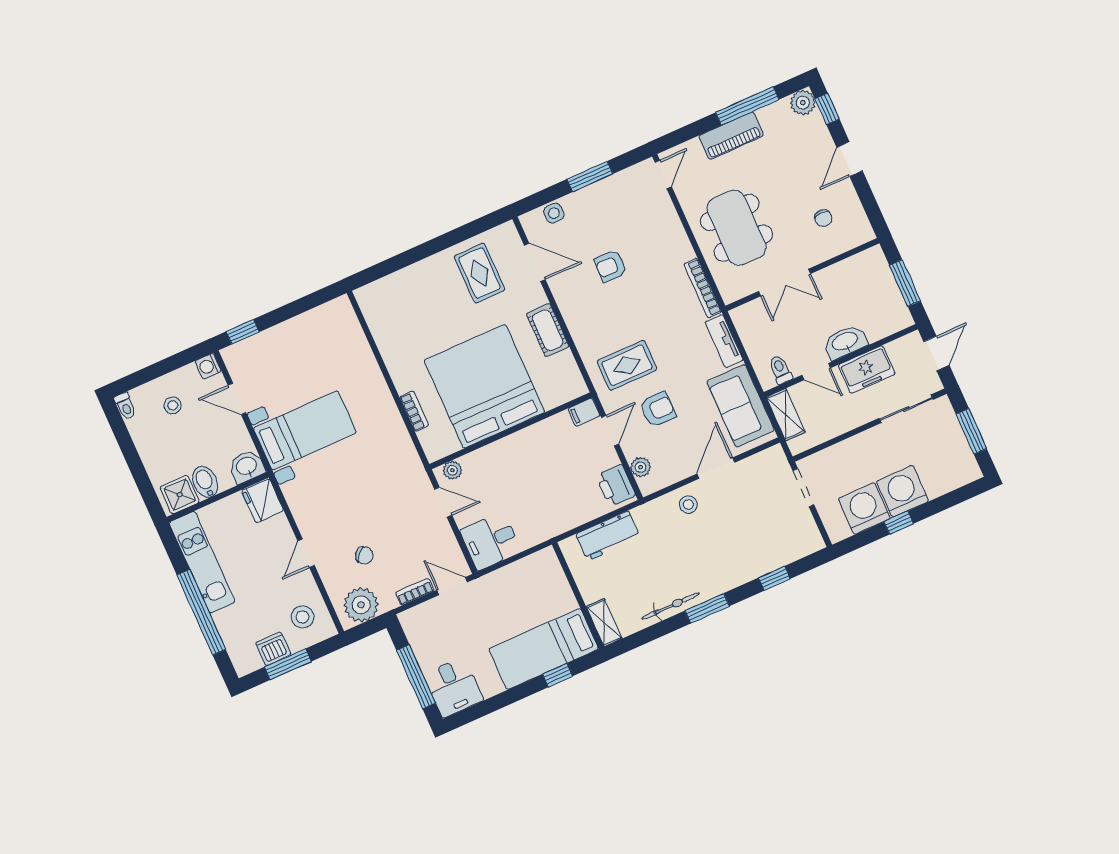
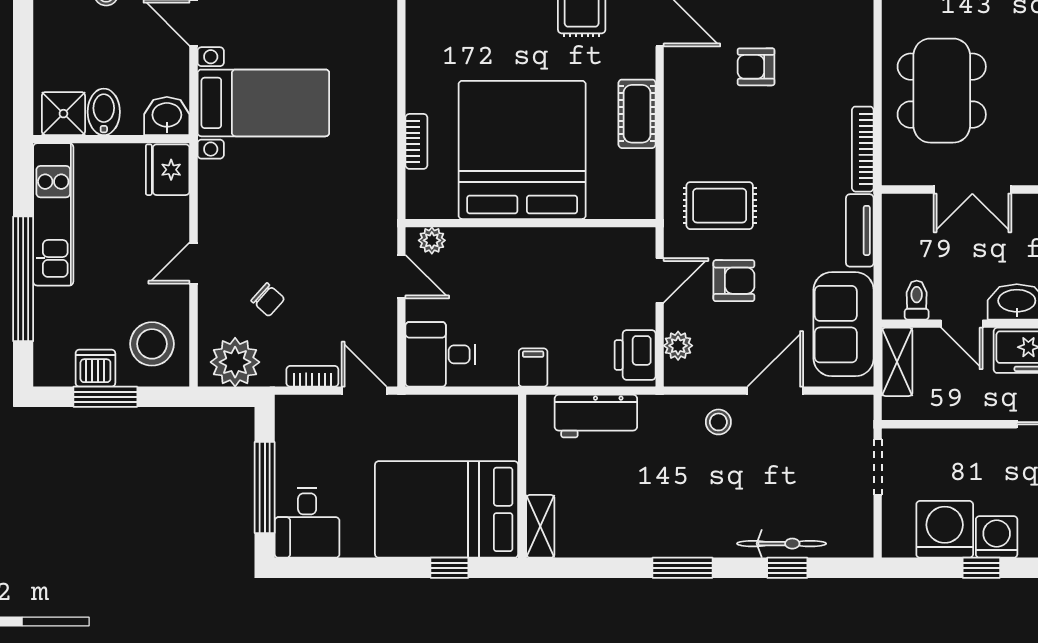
filing cabinet: (584, 412) -> (533, 368), moved, turned 90
washing machine: (902, 491) -> (997, 537), width x0.73, depth x0.73
bicycle: (671, 606) -> (782, 544), moved
stool: (303, 617) -> (152, 344), width x1.38, depth x1.38
bed: (544, 649) -> (447, 509), width x1.50

